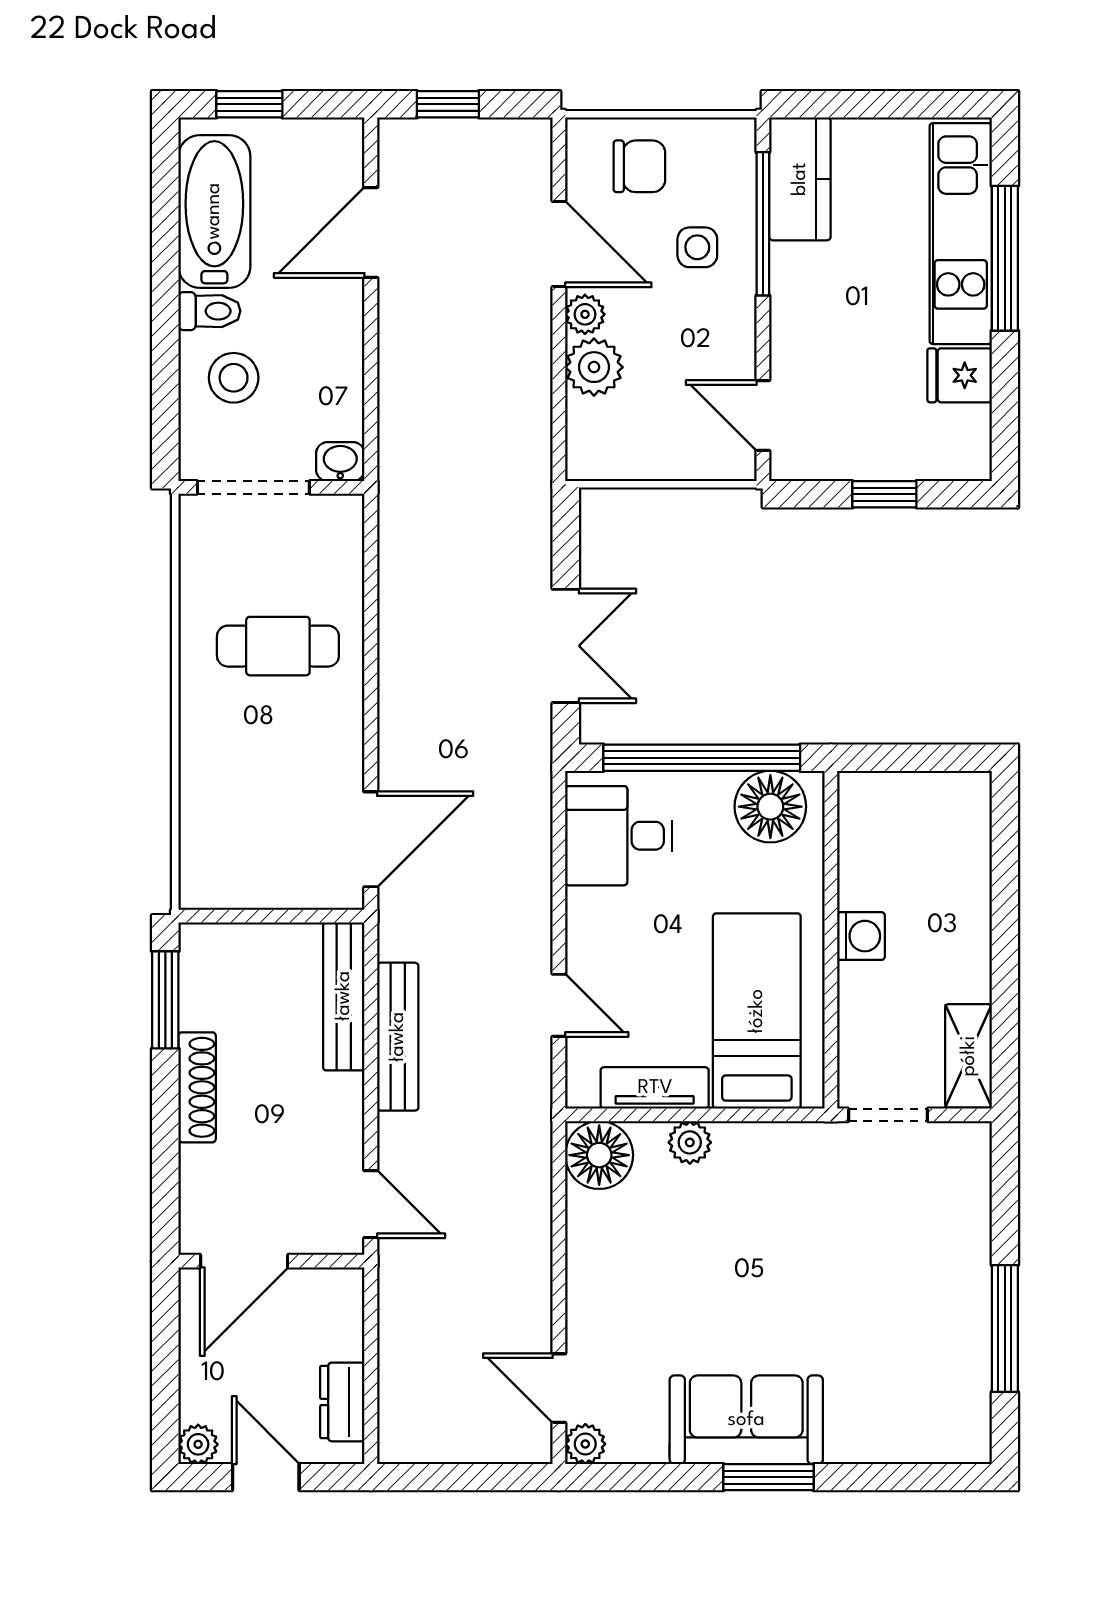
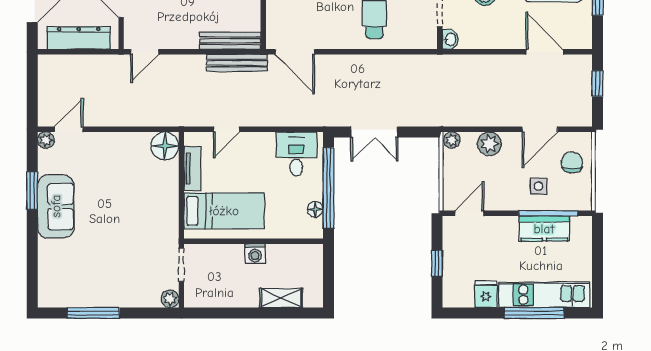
chair: (639, 166) -> (572, 162), turned 180
kitchen counter: (800, 179) -> (544, 229), moved
plant: (585, 314) -> (452, 140), moved
floor lamp: (770, 807) -> (315, 209), width x0.53, depth x0.53
bench: (398, 1037) -> (237, 63), moved
shelving: (969, 1056) -> (281, 298), moved
plant: (690, 1142) -> (170, 299), moved
dresser: (342, 1402) -> (79, 38), width x1.96, depth x1.24
window: (768, 1477) -> (32, 190), moved

